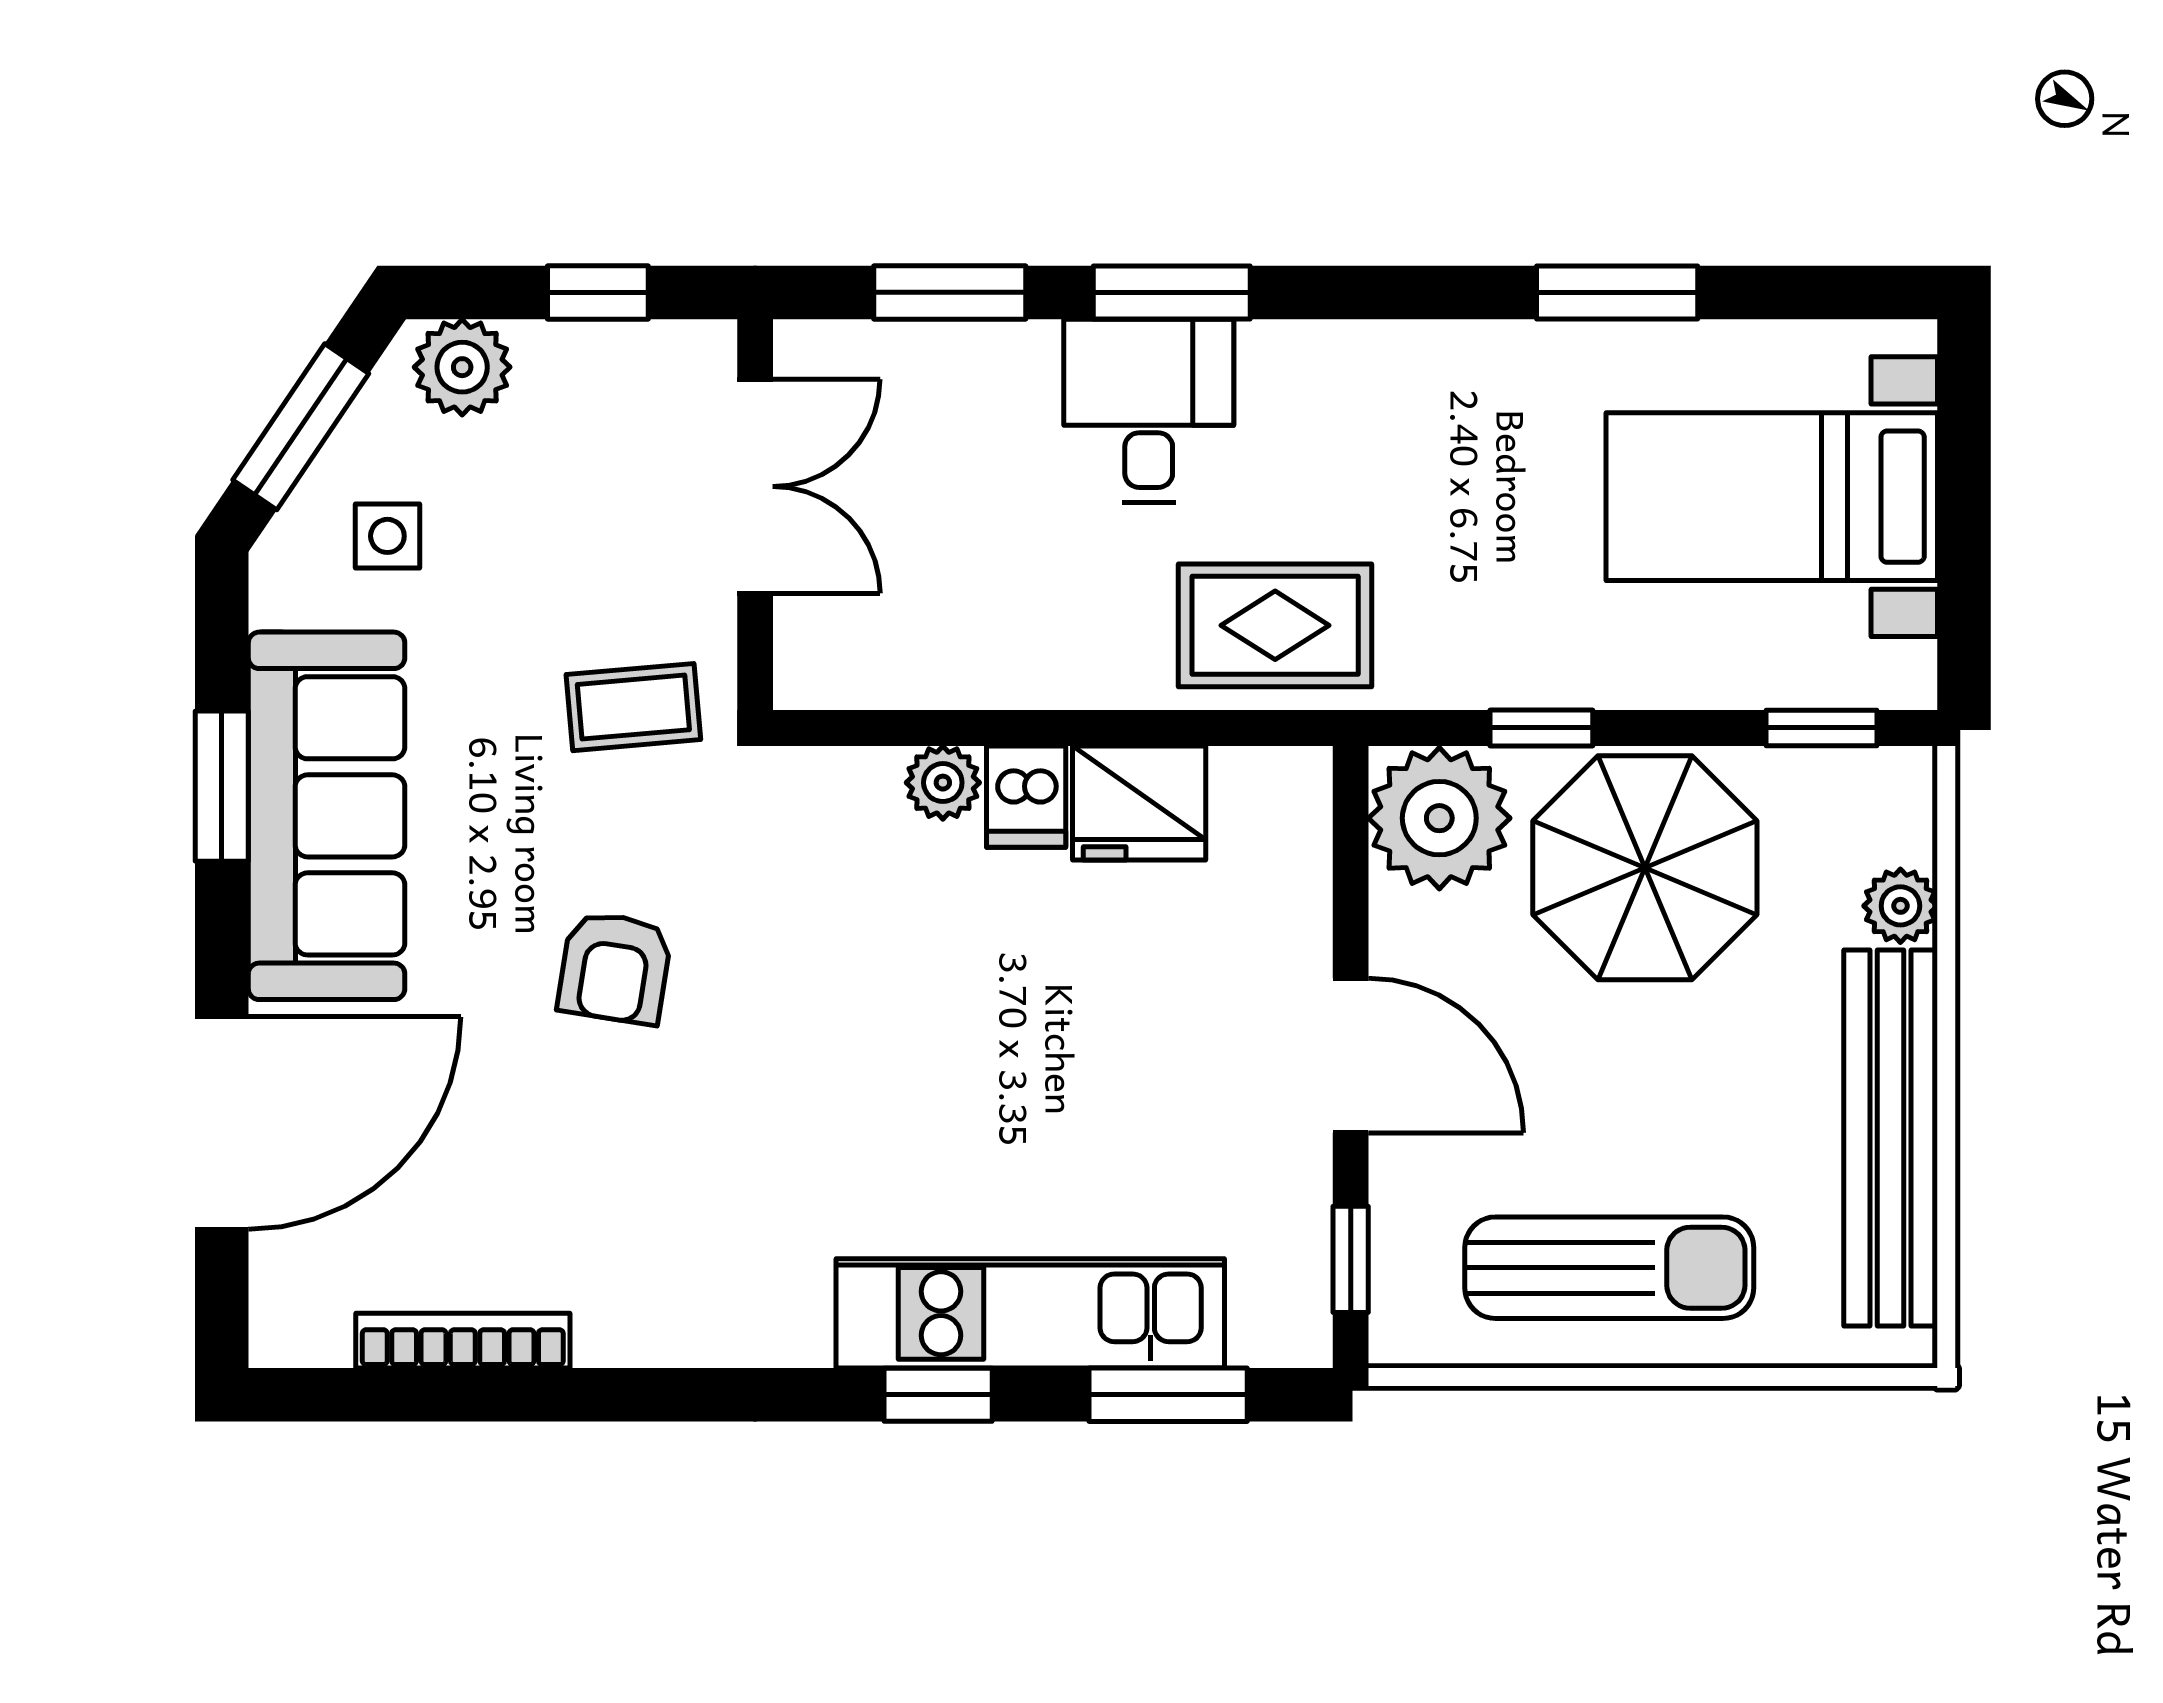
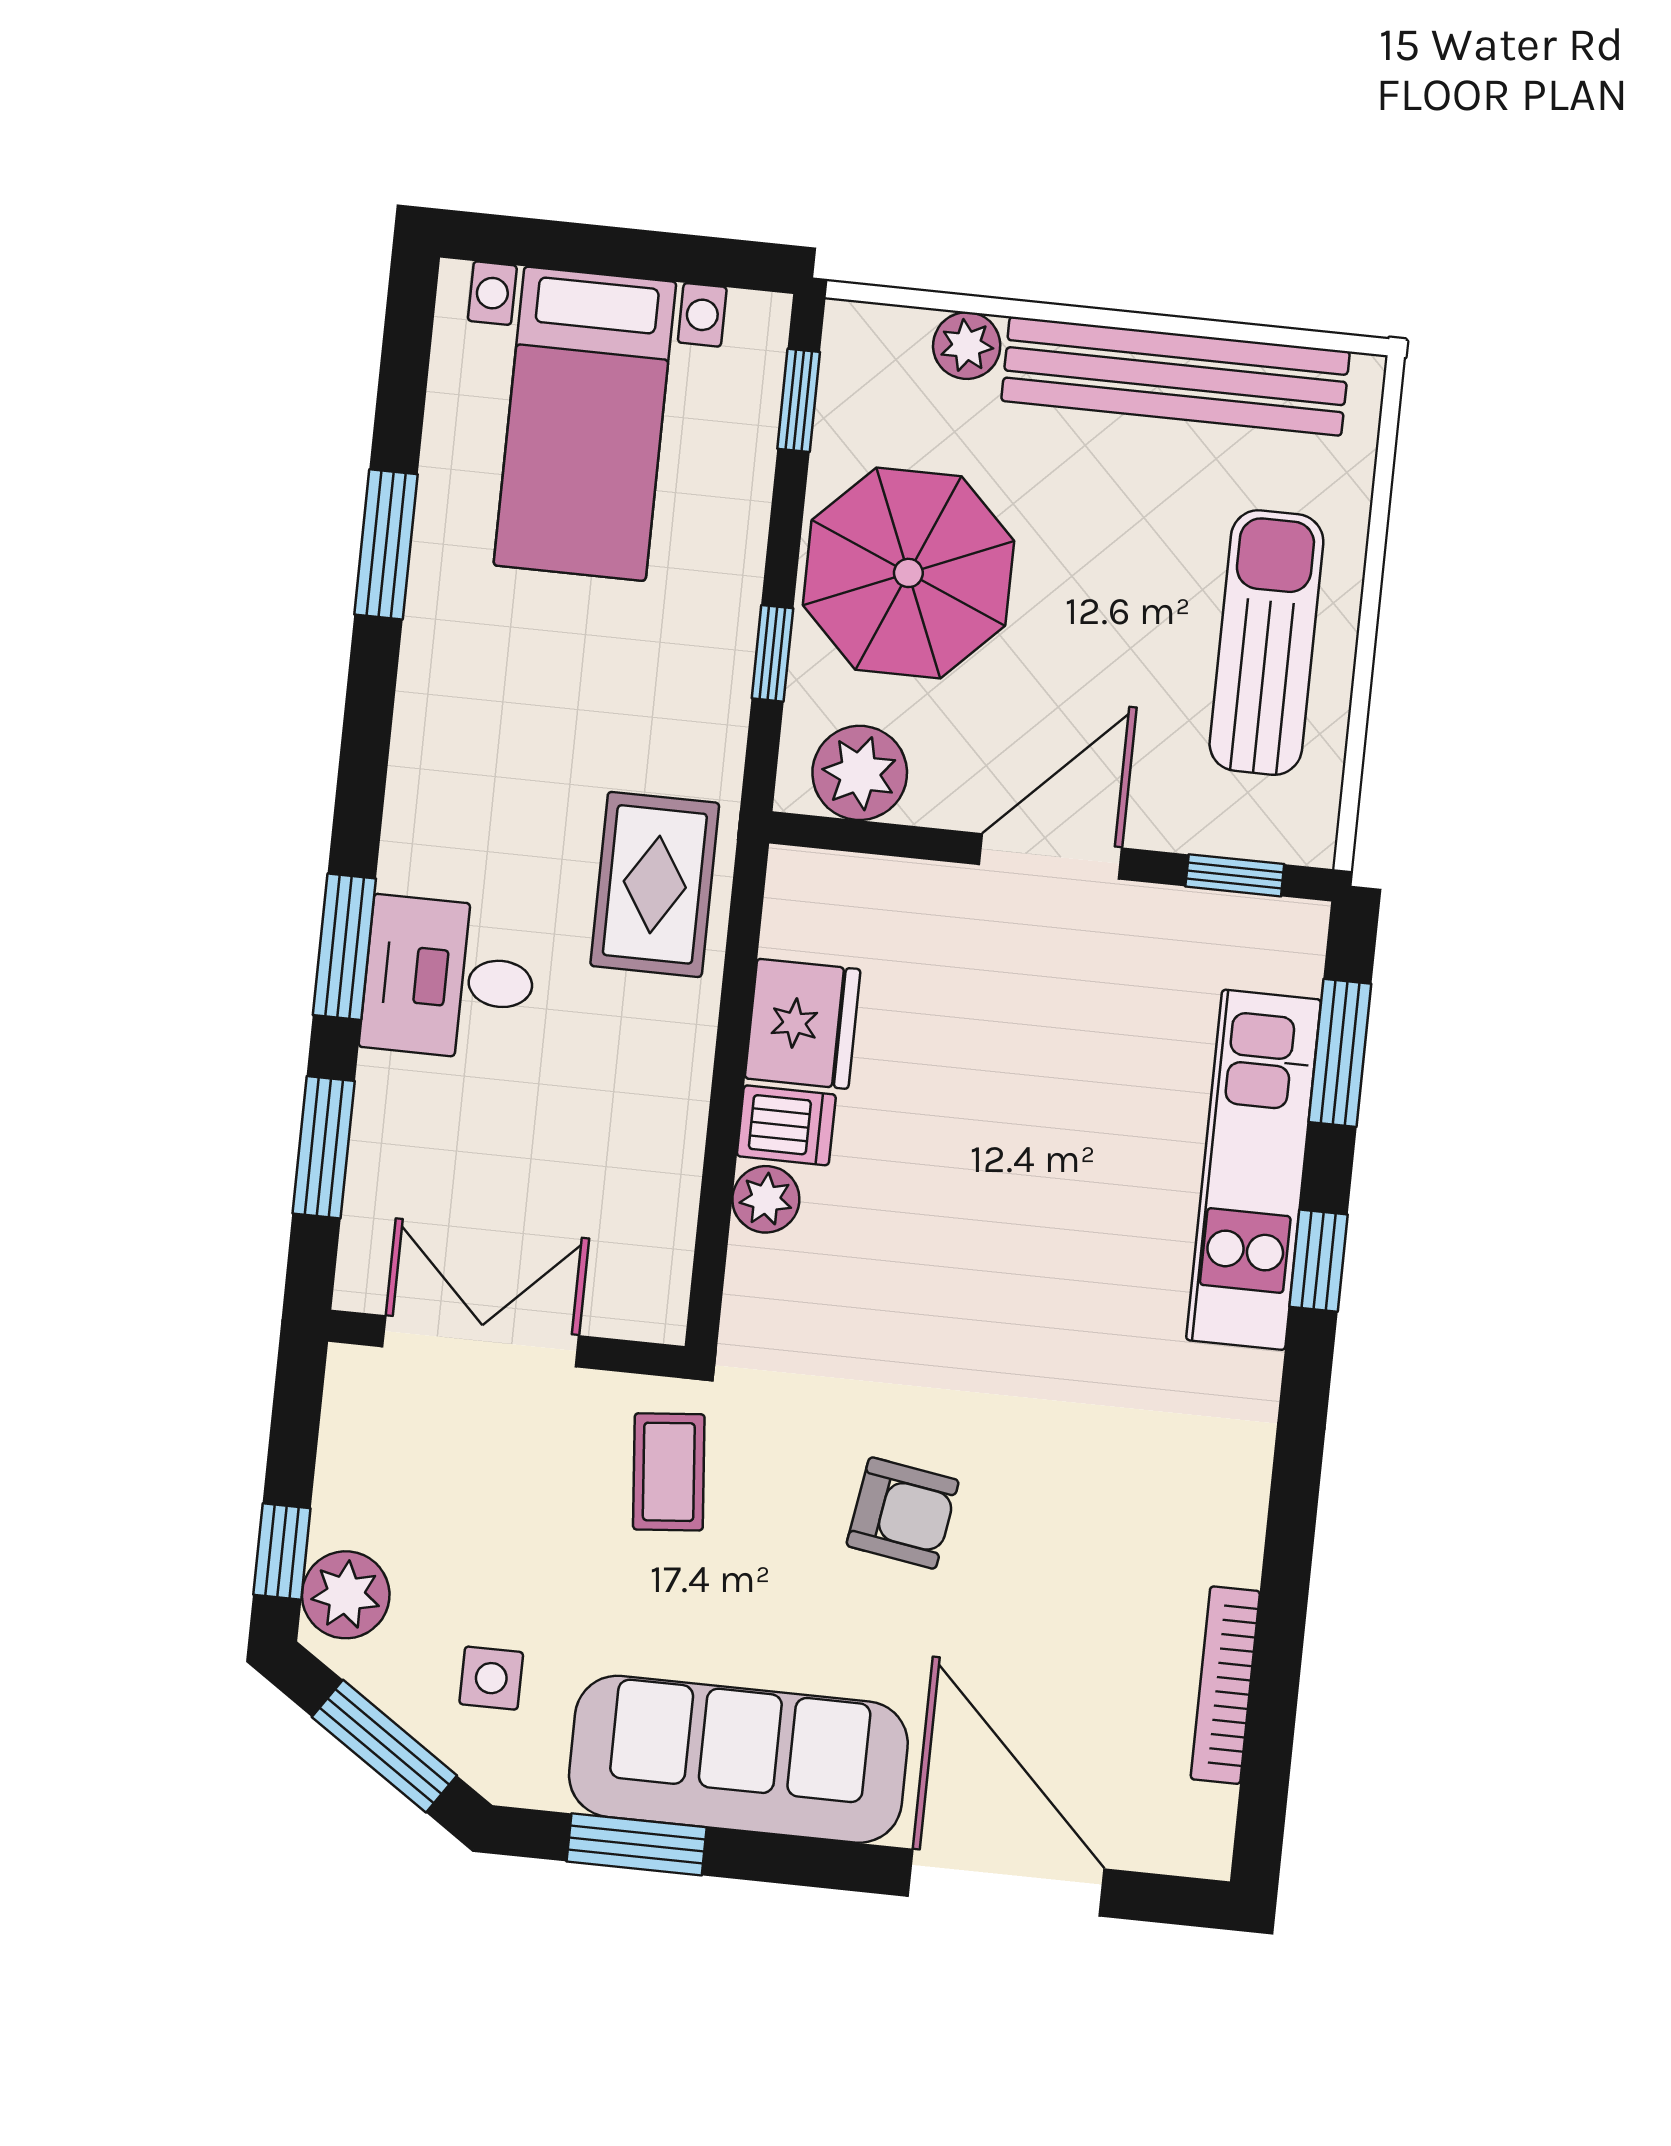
window: (598, 292) -> (282, 1551), moved
window: (222, 786) -> (637, 1844), moved
plant: (1439, 818) -> (860, 773), width x0.73, depth x0.73

